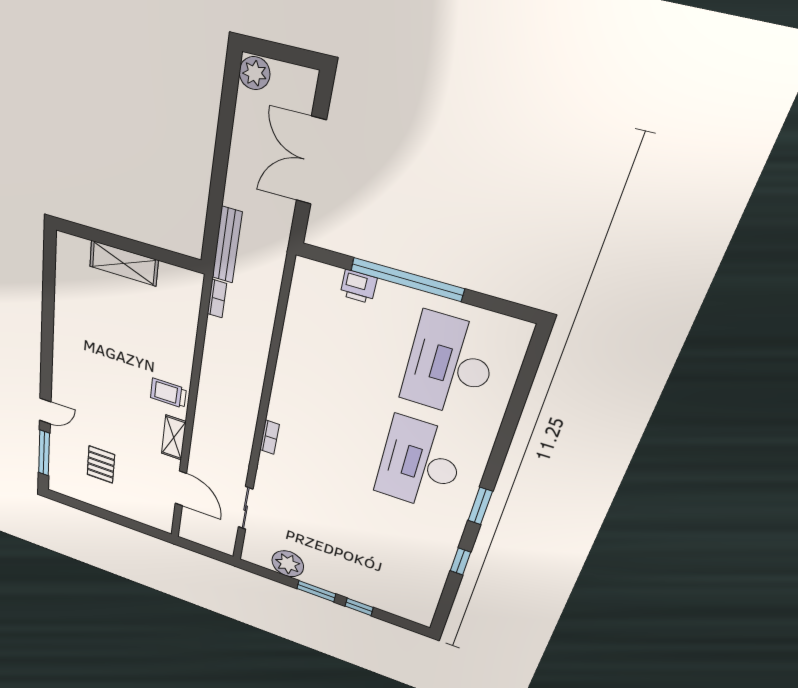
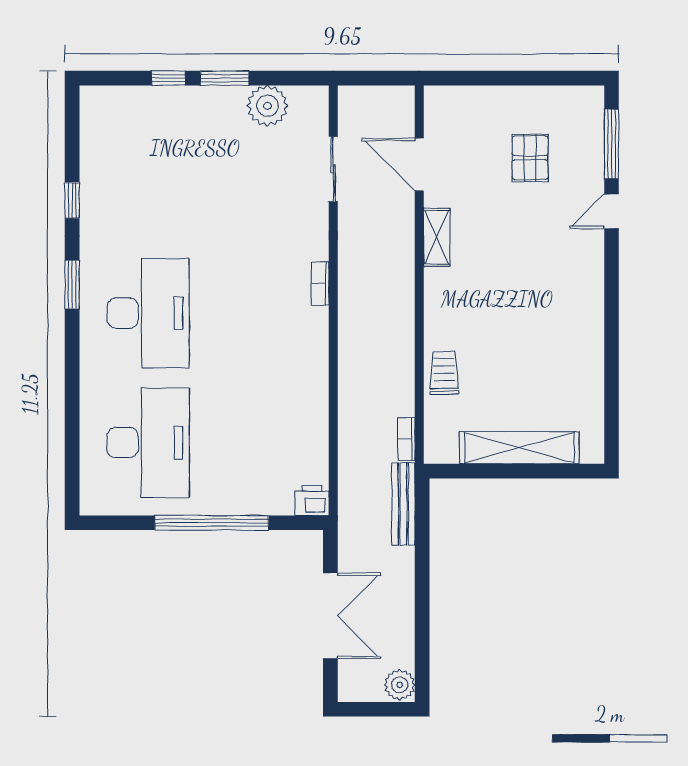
shelving: (124, 263) -> (519, 448), width x1.47
printer: (358, 287) -> (312, 500), moved
trolley: (168, 393) -> (444, 373), moved, turned -91

